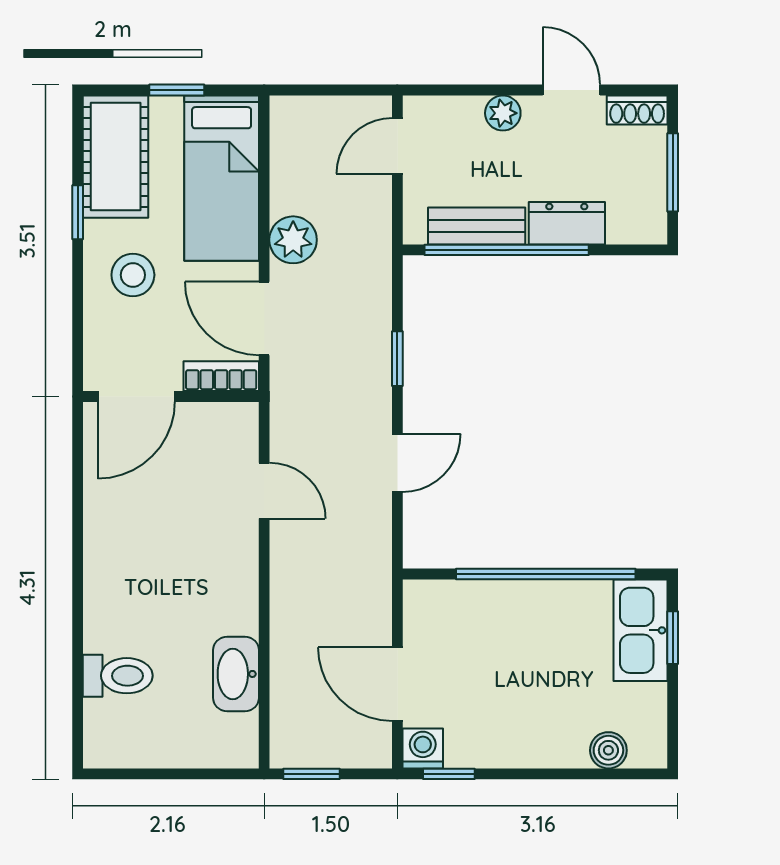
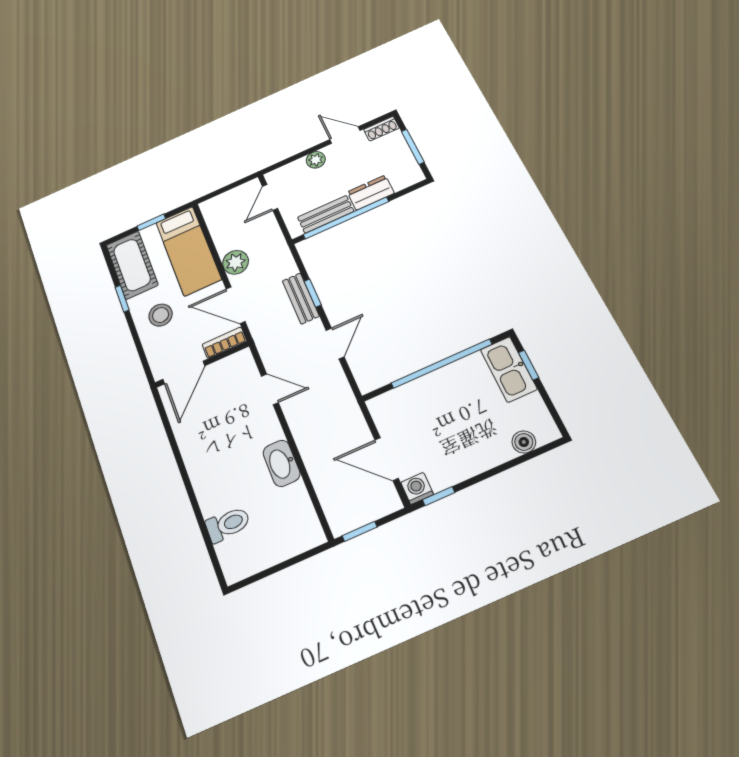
bench: (374, 359) -> (301, 298), added
washbasin: (236, 674) -> (282, 463), moved

